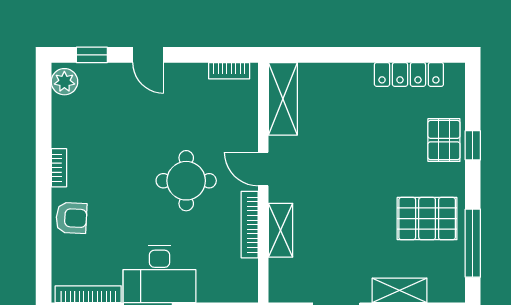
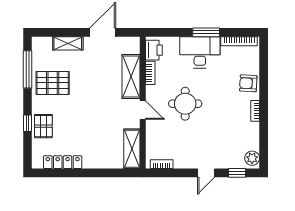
door: (148, 55) -> (206, 173), swing flipped
bookcase: (250, 225) -> (150, 73), width x0.64
shelving: (281, 230) -> (131, 76), width x1.50, depth x1.33
printer: (243, 278) -> (154, 50), added

